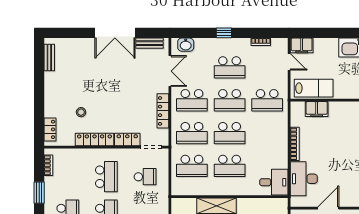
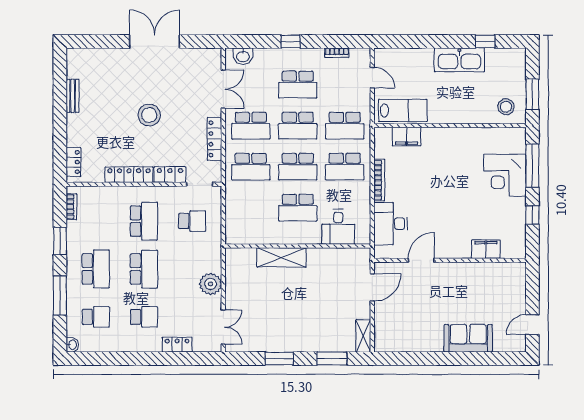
double door: (115, 33) -> (155, 41), swing flipped
bench: (150, 43) -> (198, 54), removed
filing cabinet: (302, 45) -> (388, 57), removed
bench: (49, 57) -> (73, 96), moved
stool: (81, 112) -> (149, 115), moved, width x1.89, depth x1.89
school desk: (192, 166) -> (345, 167), moved
desk: (274, 182) -> (338, 227), moved, turned 90

